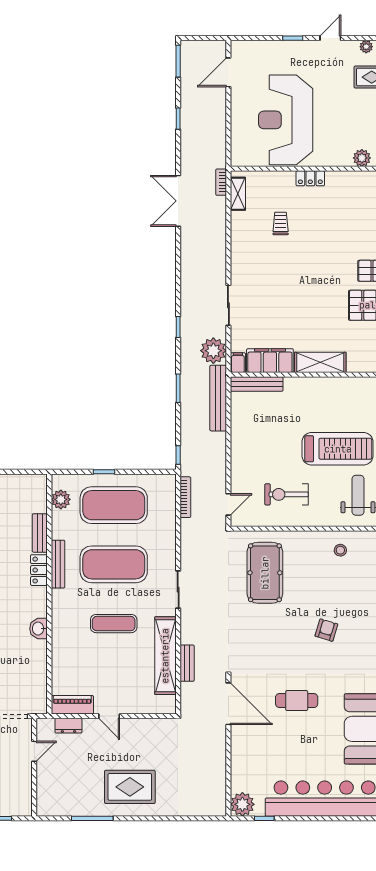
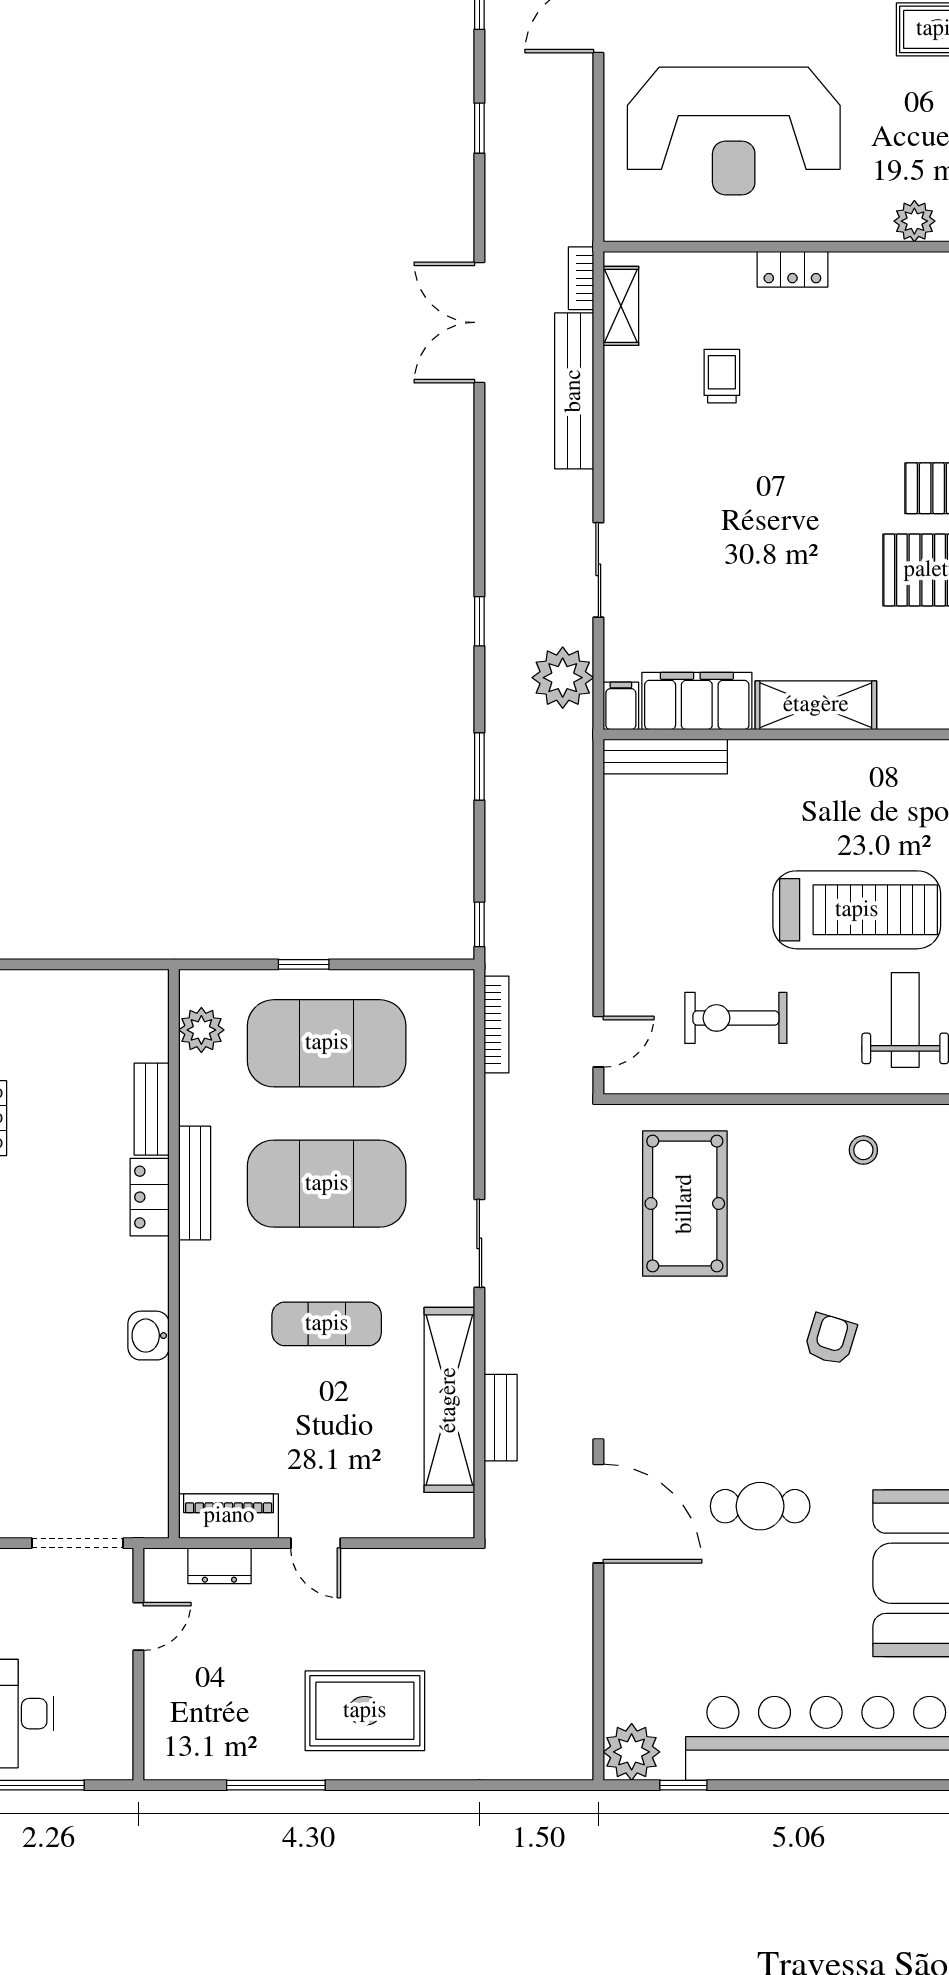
reception desk: (286, 120) -> (734, 131), turned -90
bench: (218, 398) -> (574, 391), moved

